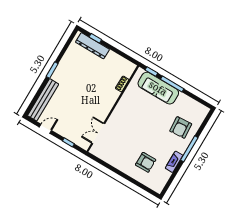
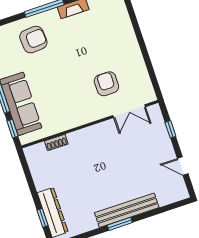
bench: (43, 100) -> (127, 210), moved
armchair: (146, 162) -> (106, 84), moved

